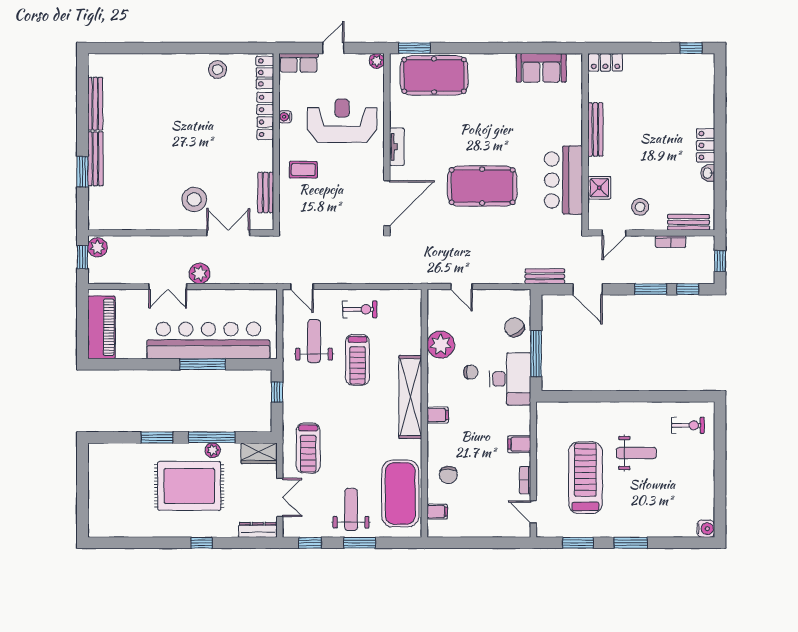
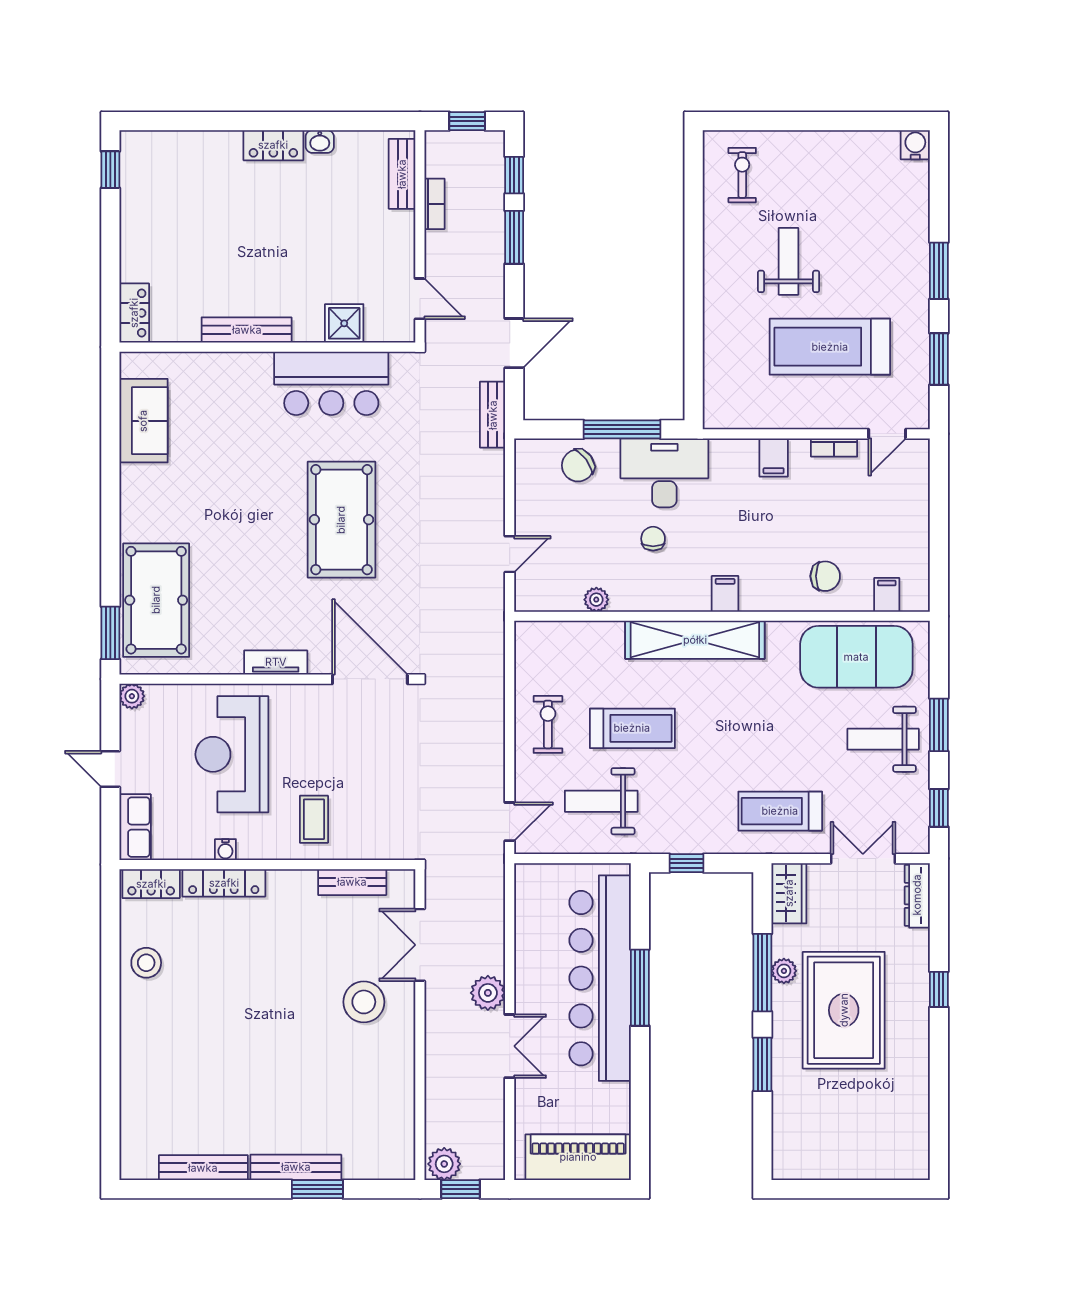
stool: (640, 207) -> (376, 255), removed
plant: (441, 345) -> (596, 600), width x0.53, depth x0.53
treadmill: (308, 448) -> (780, 811), turned 180

